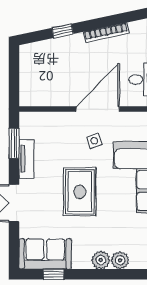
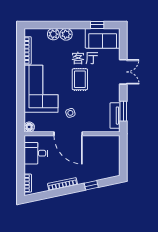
door: (98, 109) -> (68, 134), hinge flipped
tv unit: (27, 159) -> (115, 116), moved
rug: (80, 192) -> (80, 79), width x0.73, depth x0.70

